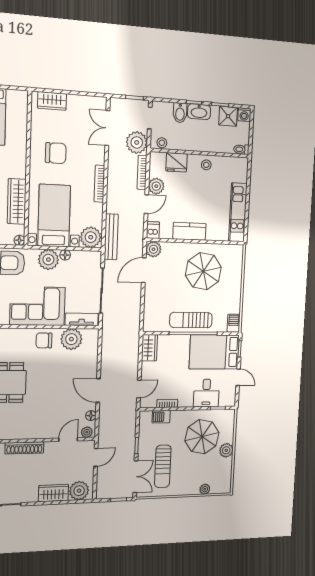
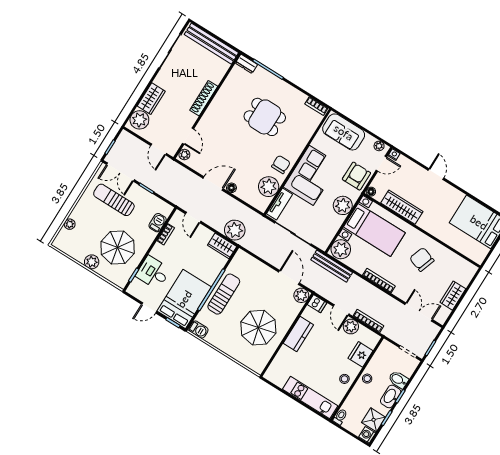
wardrobe: (52, 101) -> (453, 296), moved
plant: (137, 142) -> (235, 230), moved
stool: (162, 143) -> (367, 379), moved
chair: (56, 153) -> (422, 259), turned 109
kitchen unit: (238, 212) -> (310, 398), moved
floor lamp: (65, 255) -> (339, 221), removed
floor lamp: (91, 416) -> (231, 188), moved

